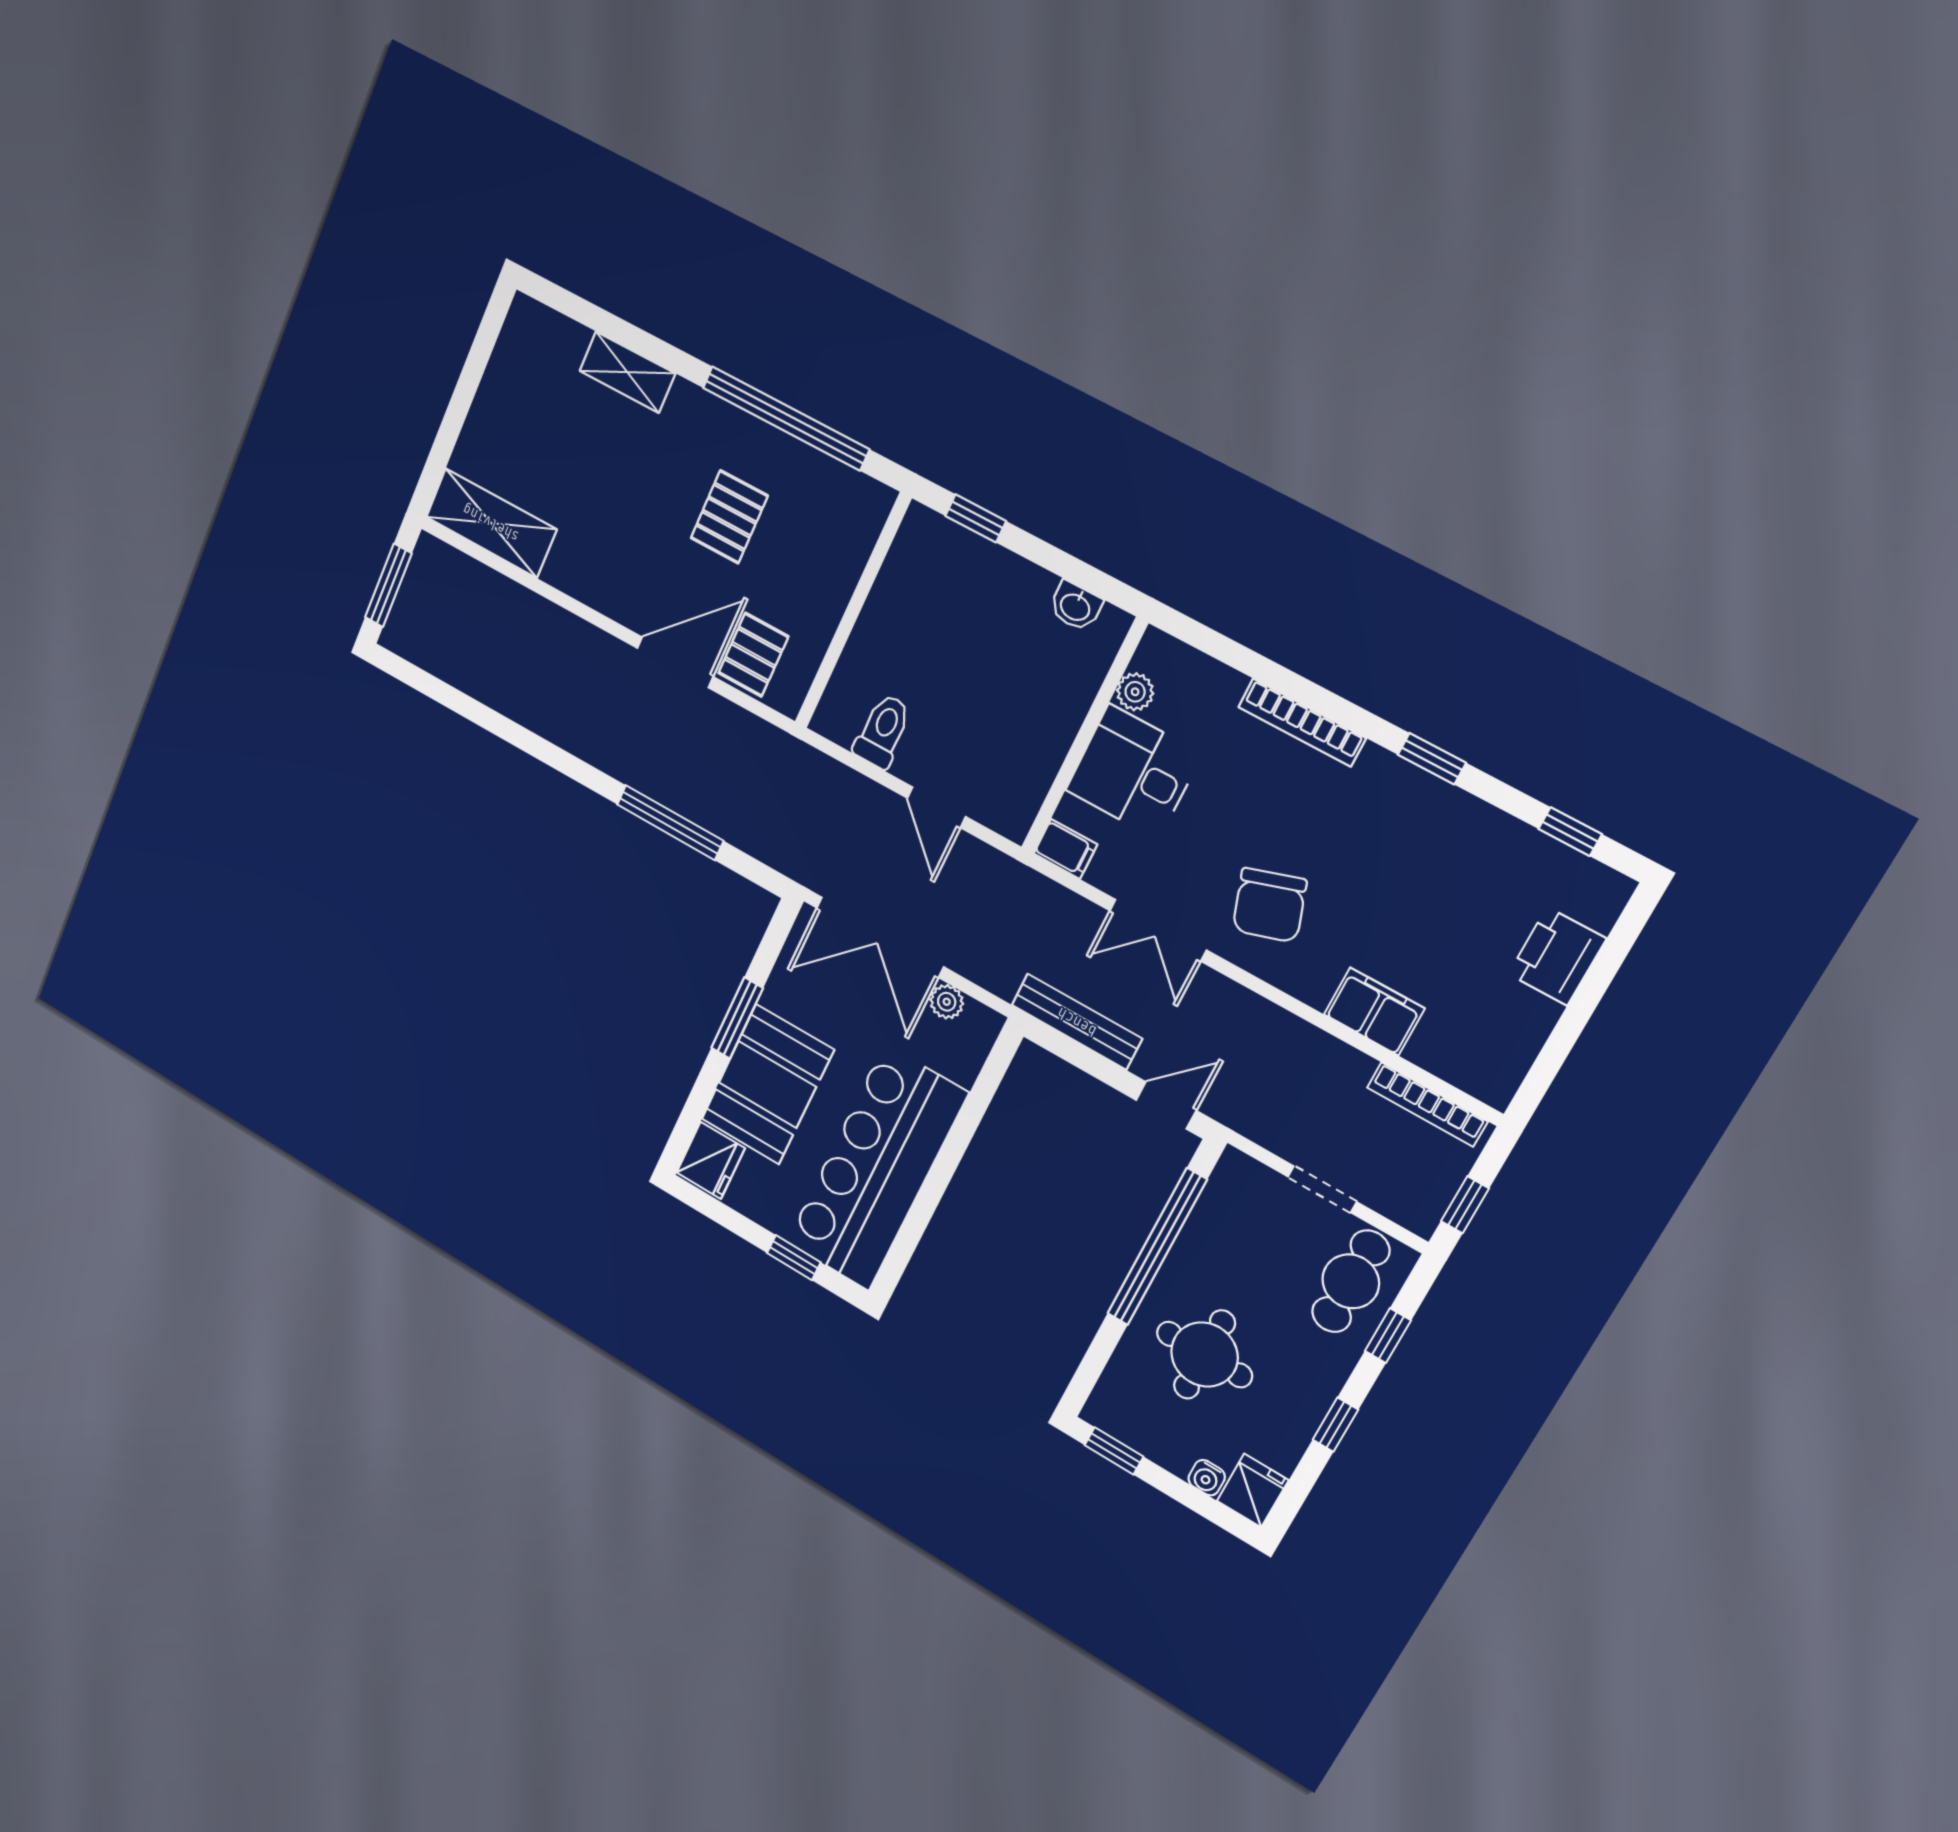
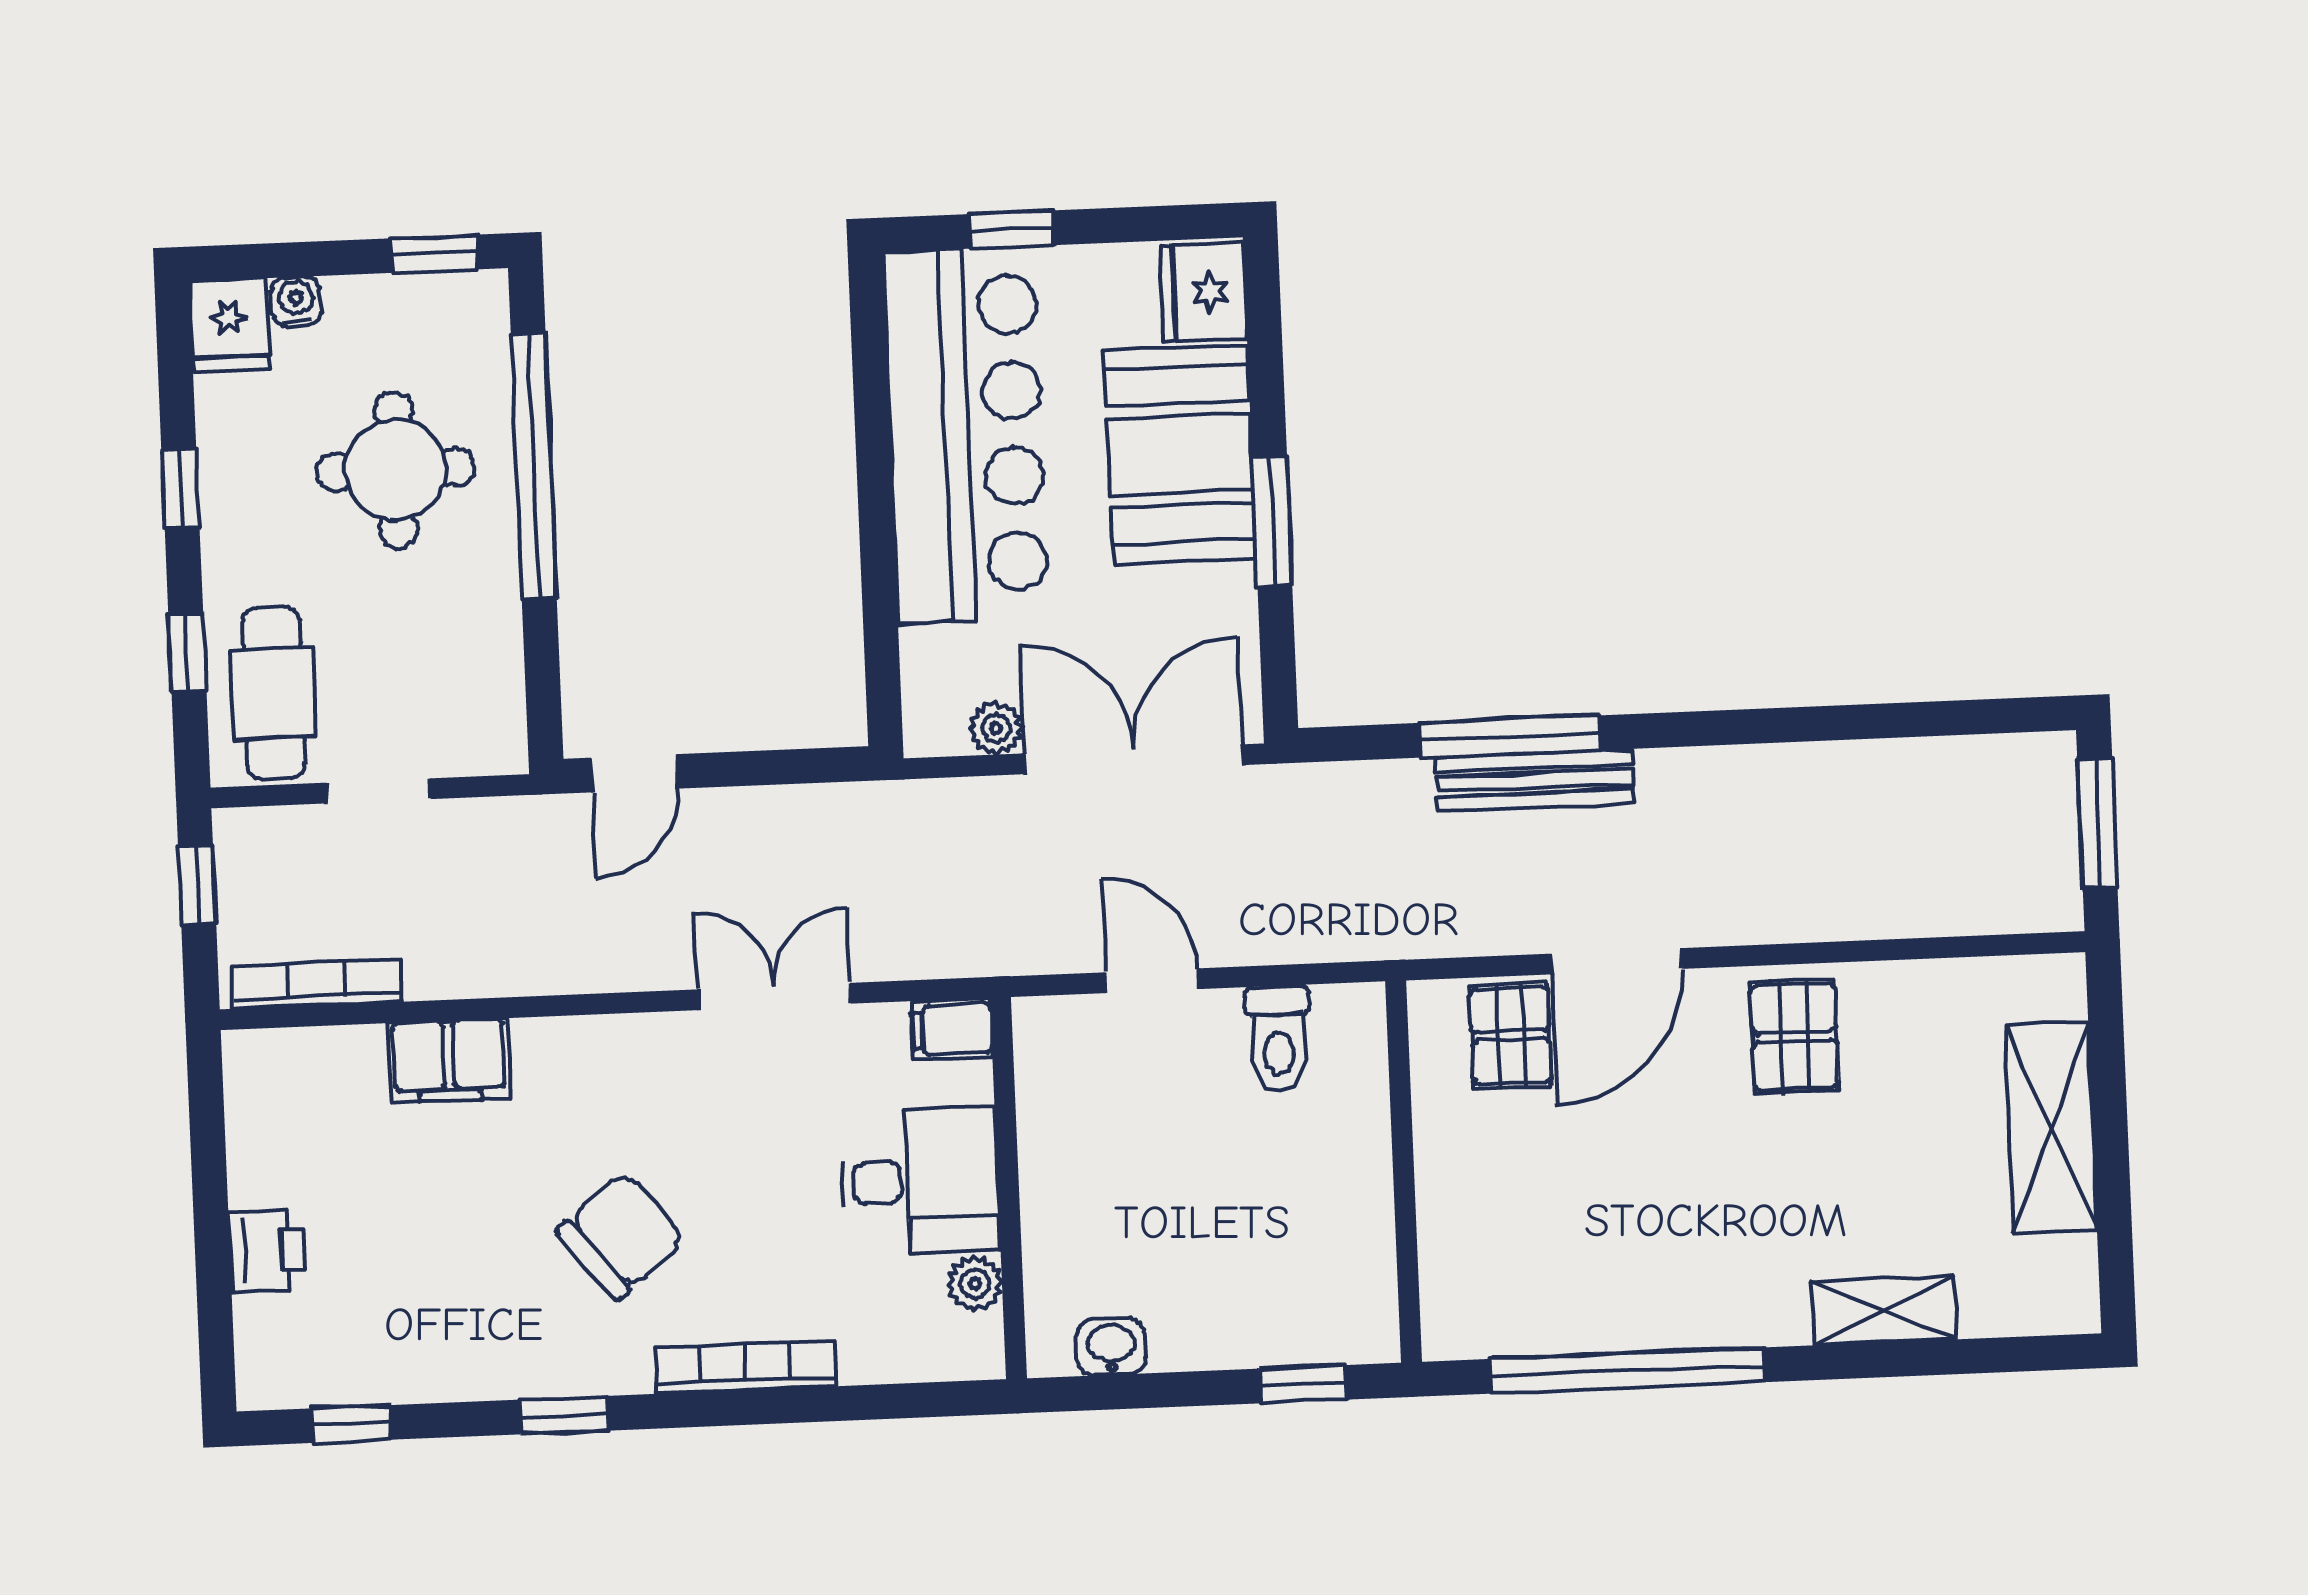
pallet: (729, 517) -> (1795, 1036), moved
shelving: (491, 523) -> (2051, 1128), moved, turned 90
chair: (1269, 905) -> (621, 1236), moved, turned 69
printer: (1557, 956) -> (267, 1250), width x0.73, depth x0.81
bench: (1077, 1022) -> (1535, 780), moved
window: (1157, 1247) -> (534, 466), moved

